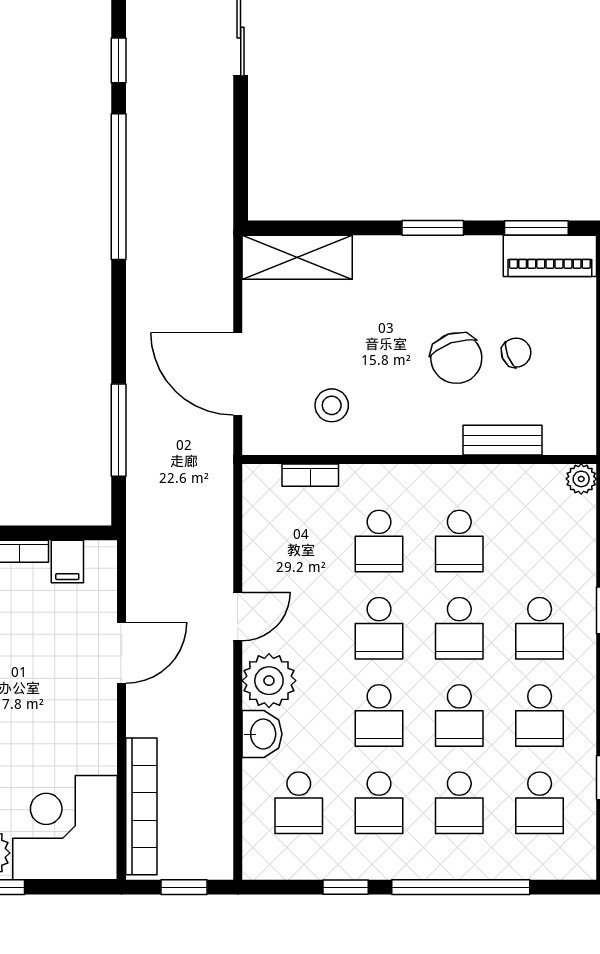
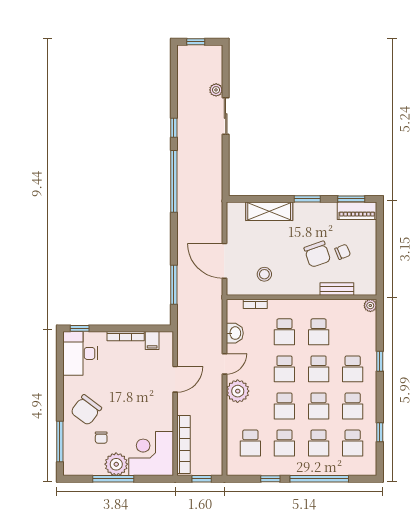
shelving: (297, 257) -> (269, 211), moved
washbasin: (262, 734) -> (235, 333), moved

